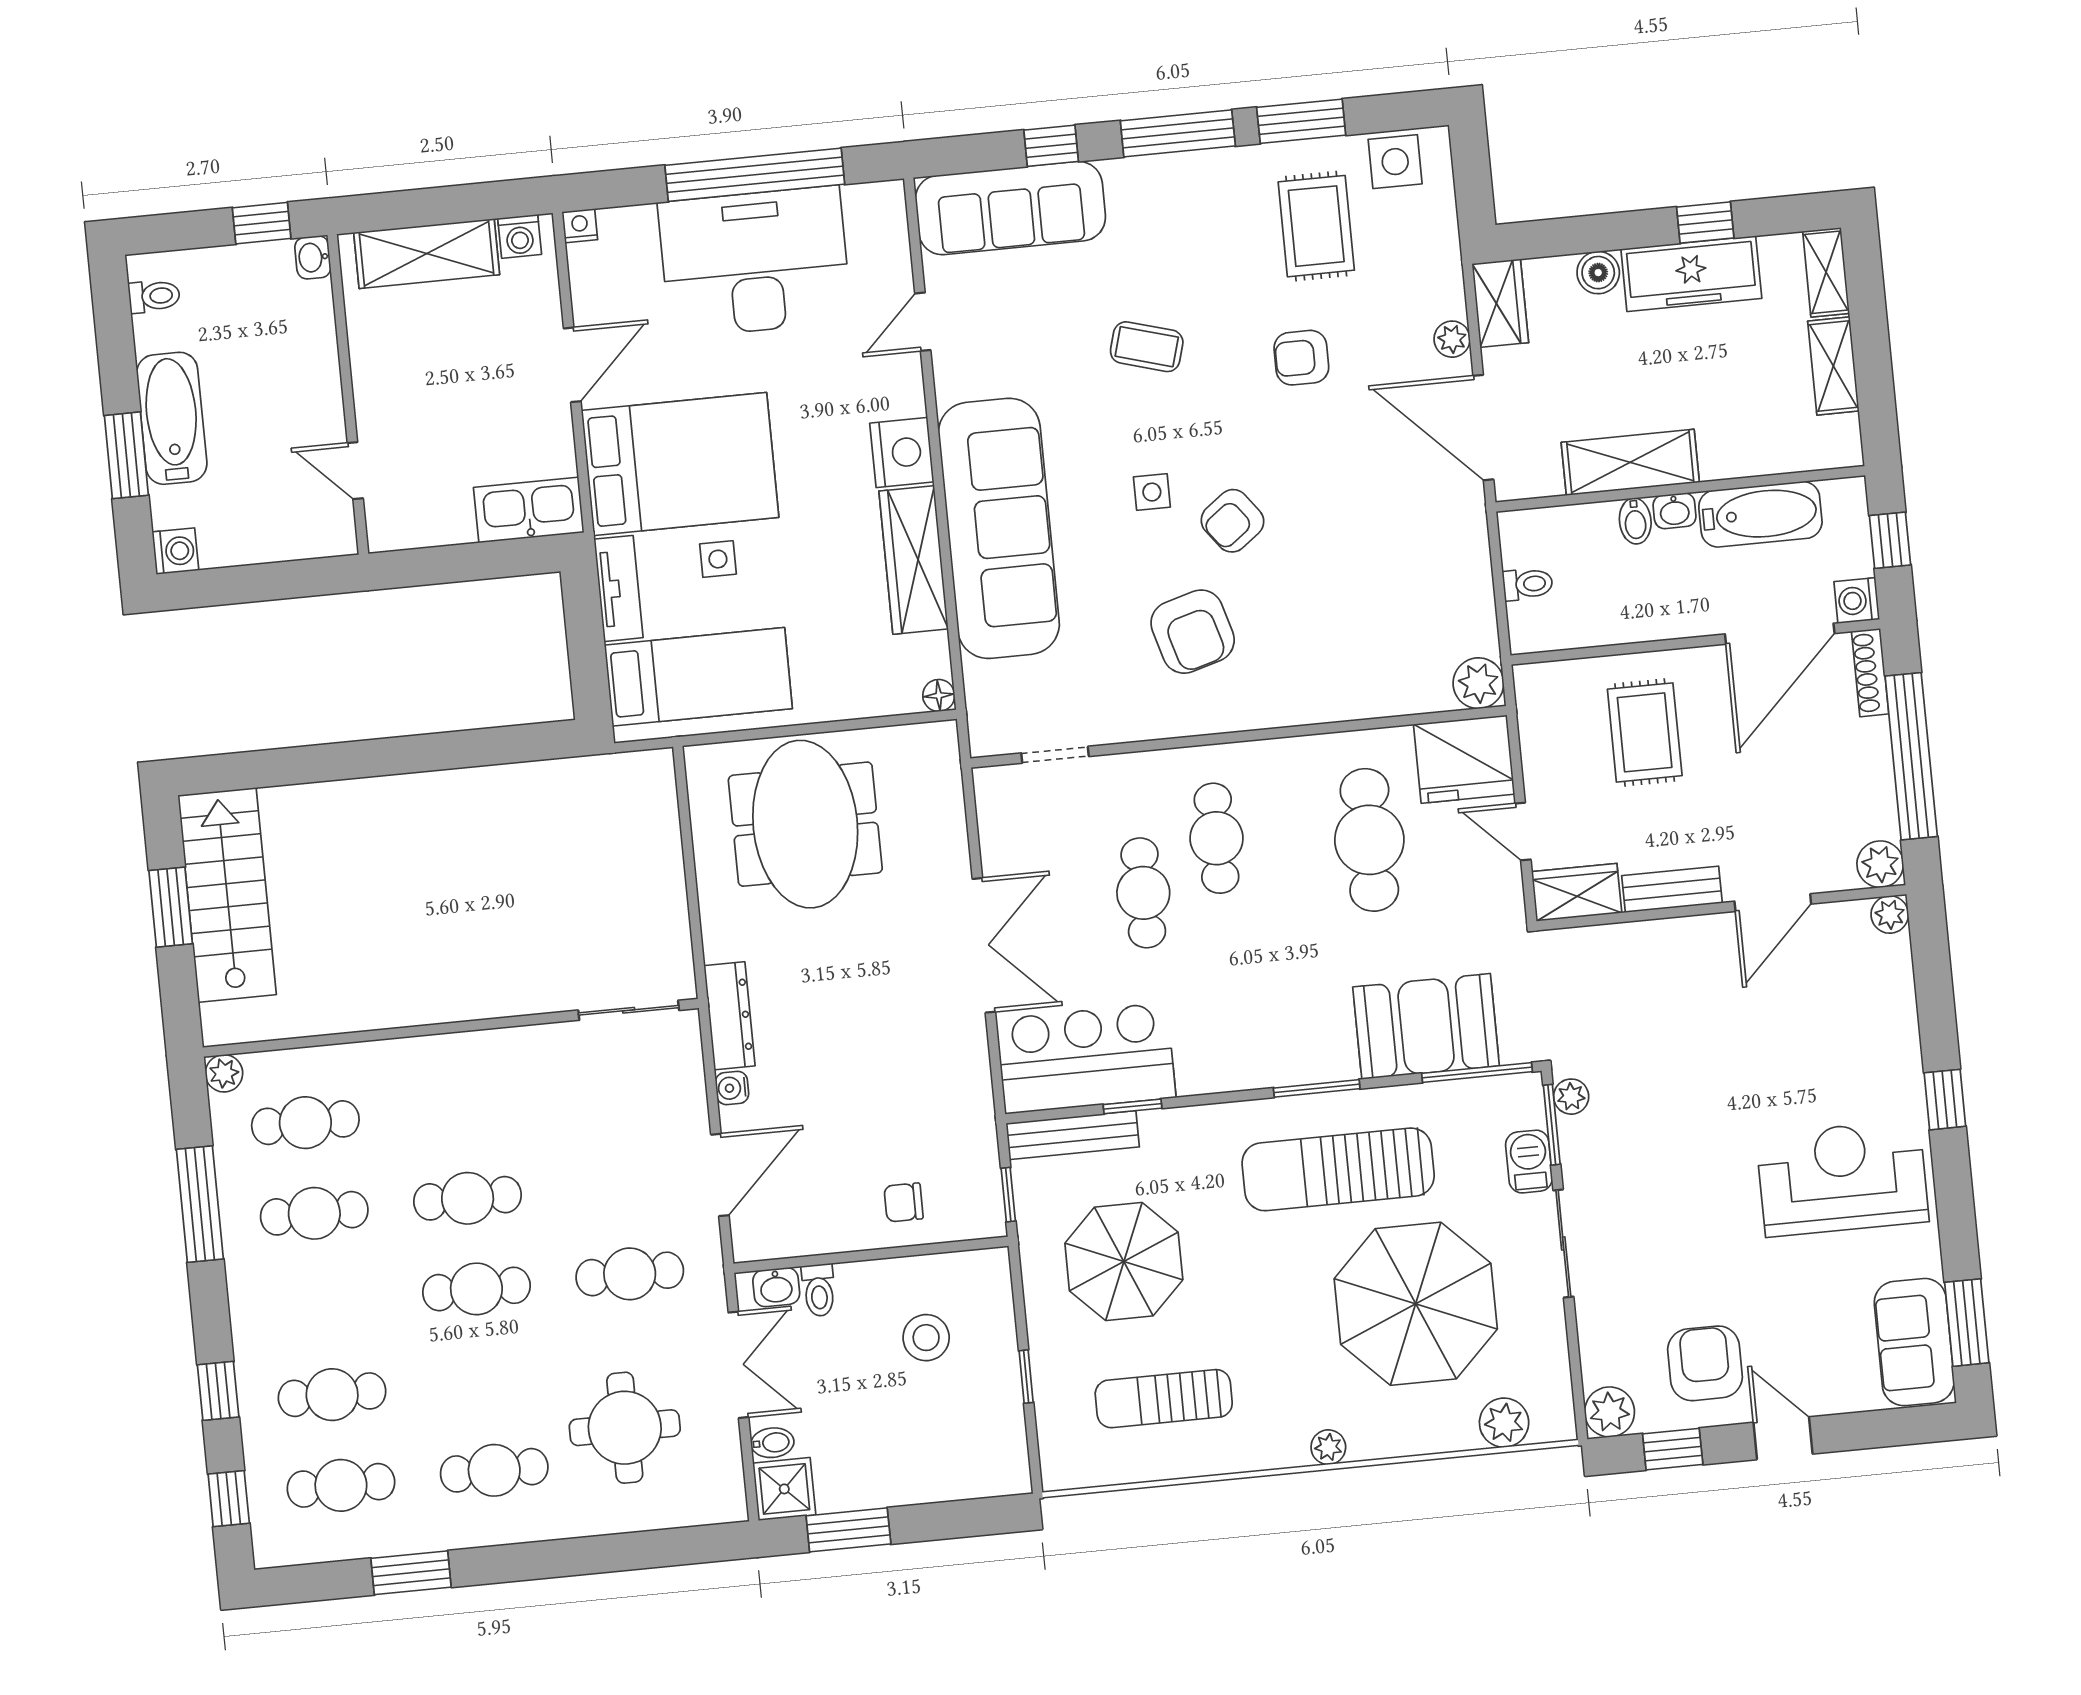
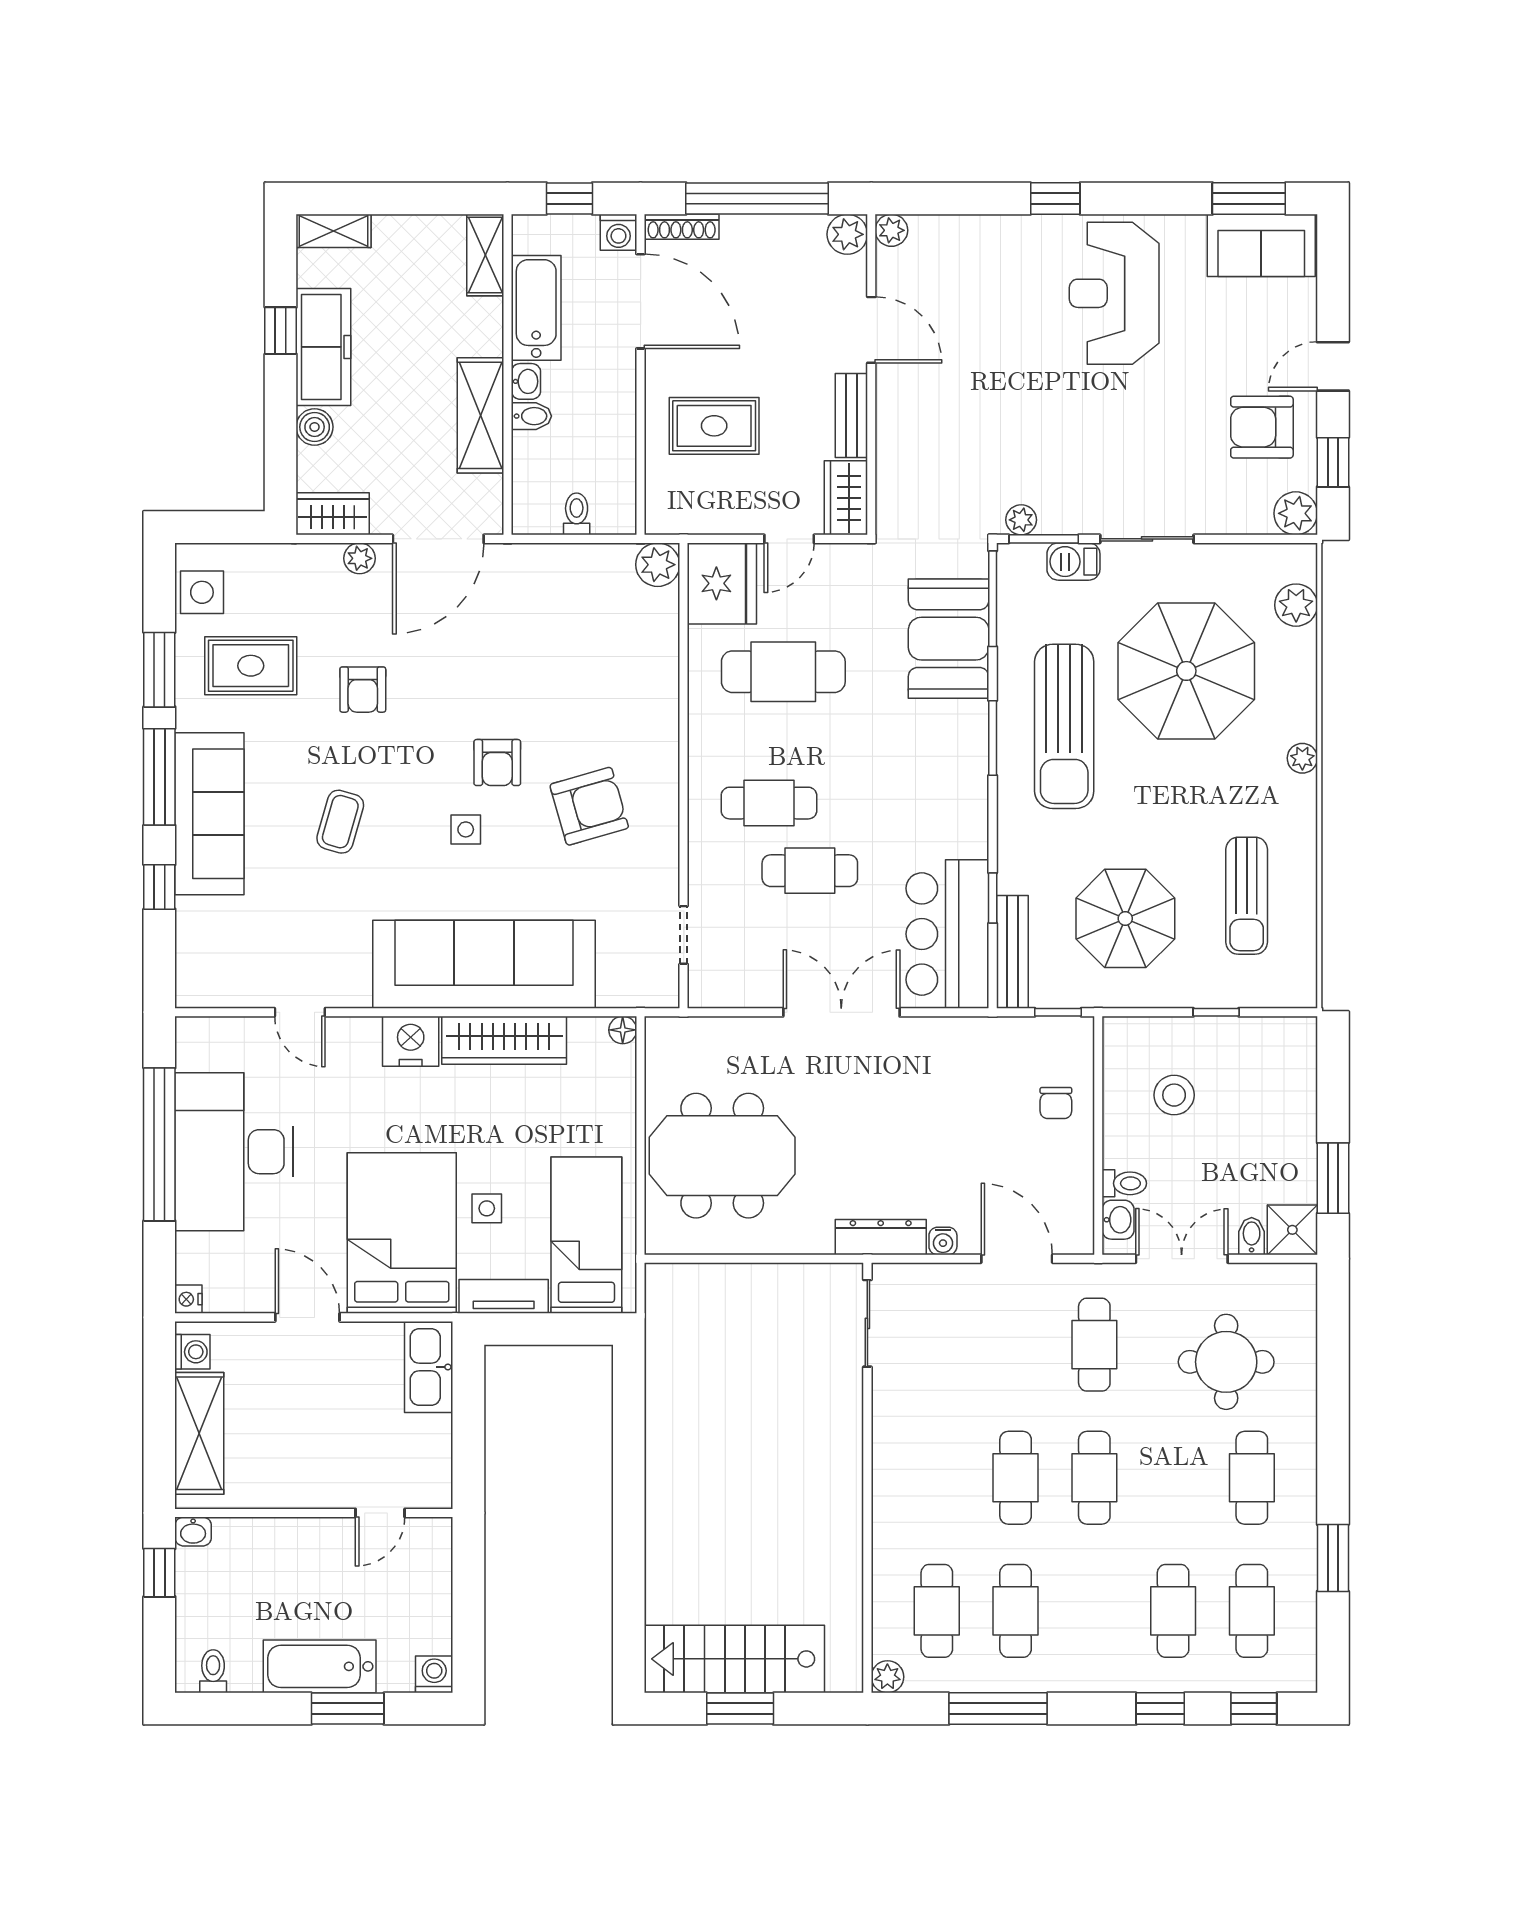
sofa: (1010, 208) -> (209, 814), moved
shelving: (1833, 366) -> (485, 255), moved, turned 90
armchair: (1232, 521) -> (497, 763), turned 37

